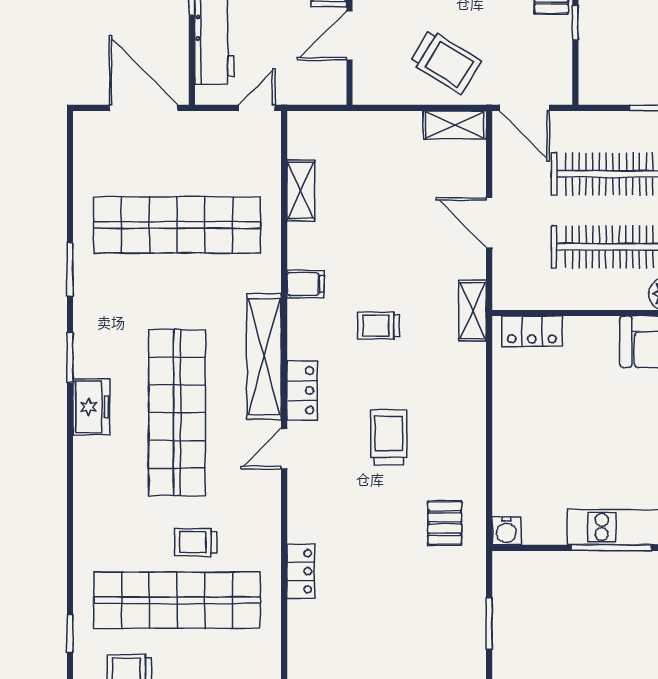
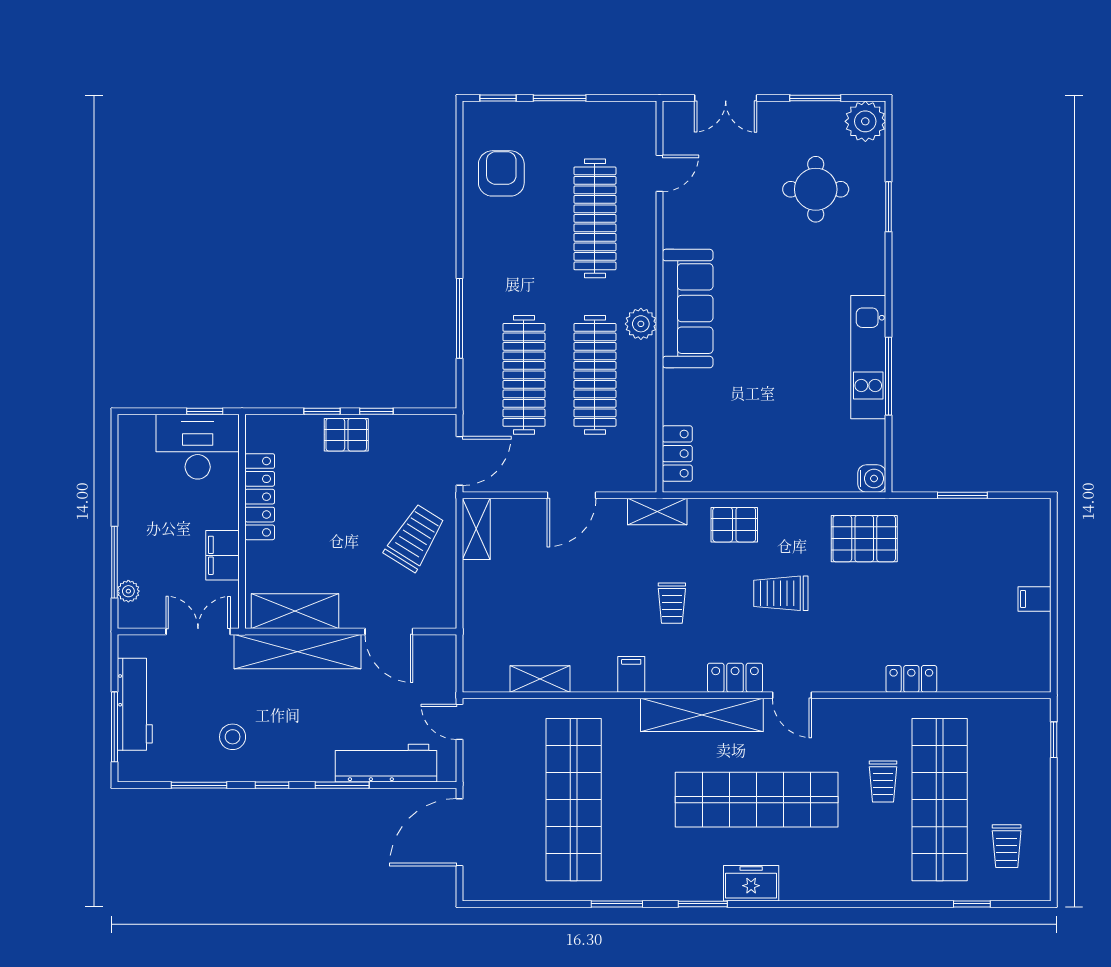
pallet: (459, 390) -> (734, 525), added
pallet: (445, 523) -> (864, 539), width x1.50, depth x1.42

